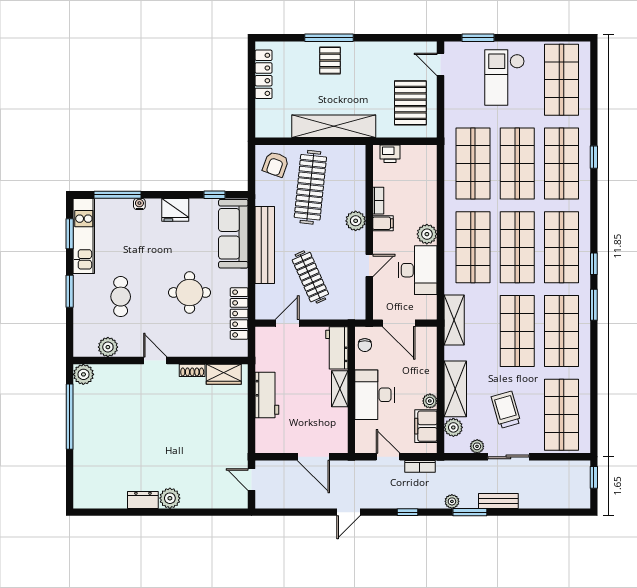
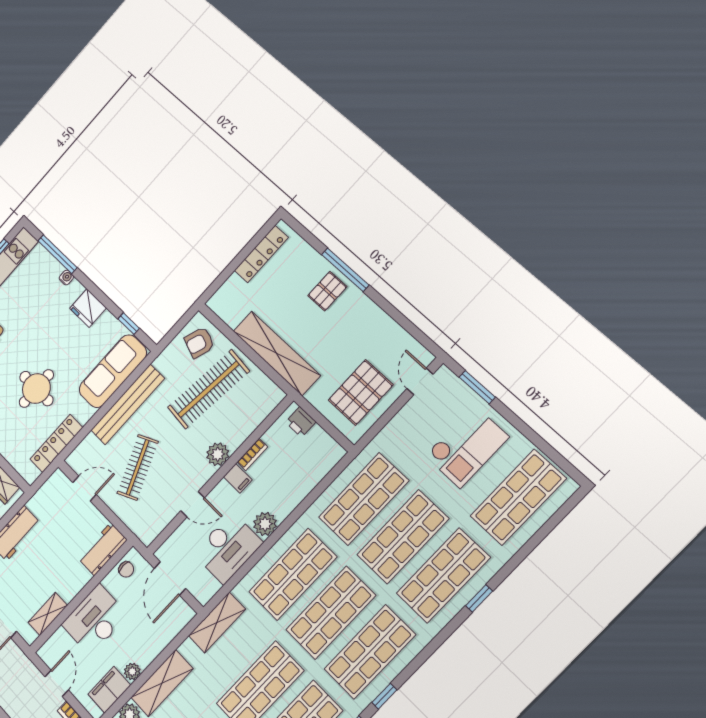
checkout: (505, 77) -> (467, 446), turned 180
chair: (365, 345) -> (126, 569), turned -90
shelving: (340, 389) -> (48, 614), moved

